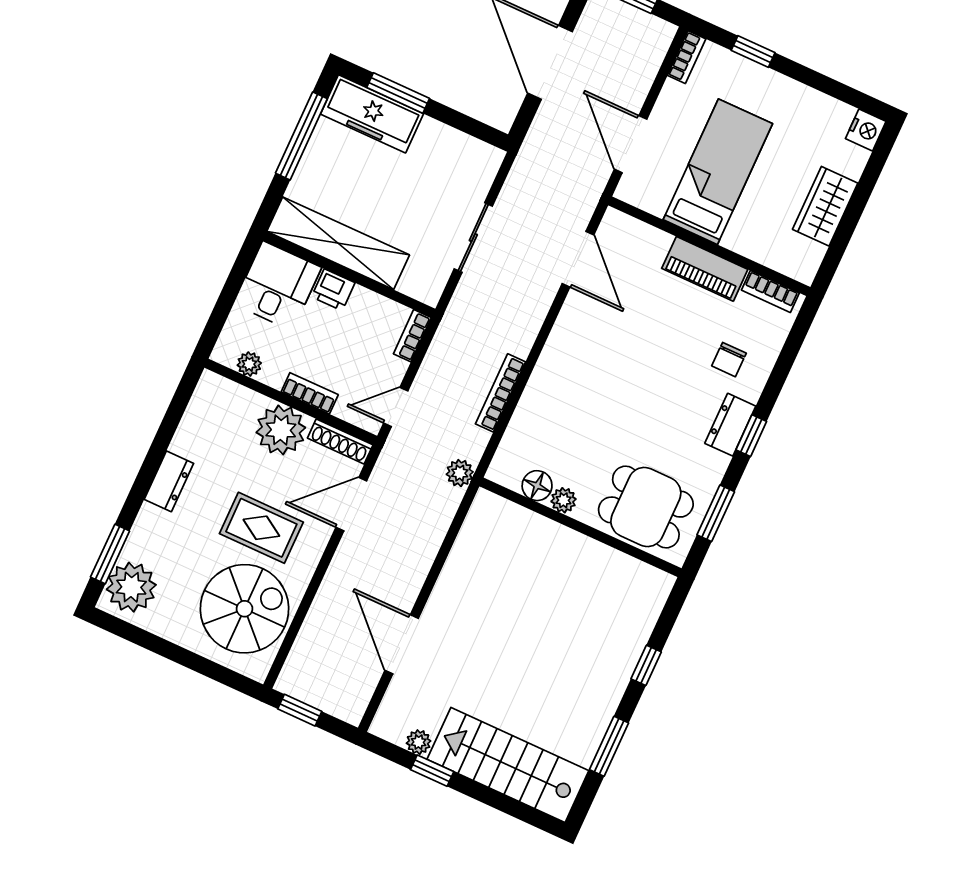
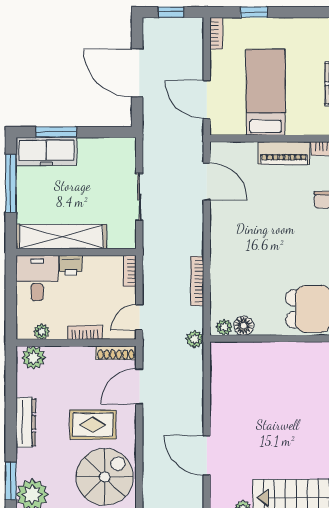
plant: (281, 430) -> (34, 358), moved, width x0.73, depth x0.73
dresser: (169, 481) -> (26, 422), width x1.44
plant: (564, 500) -> (224, 327), moved

